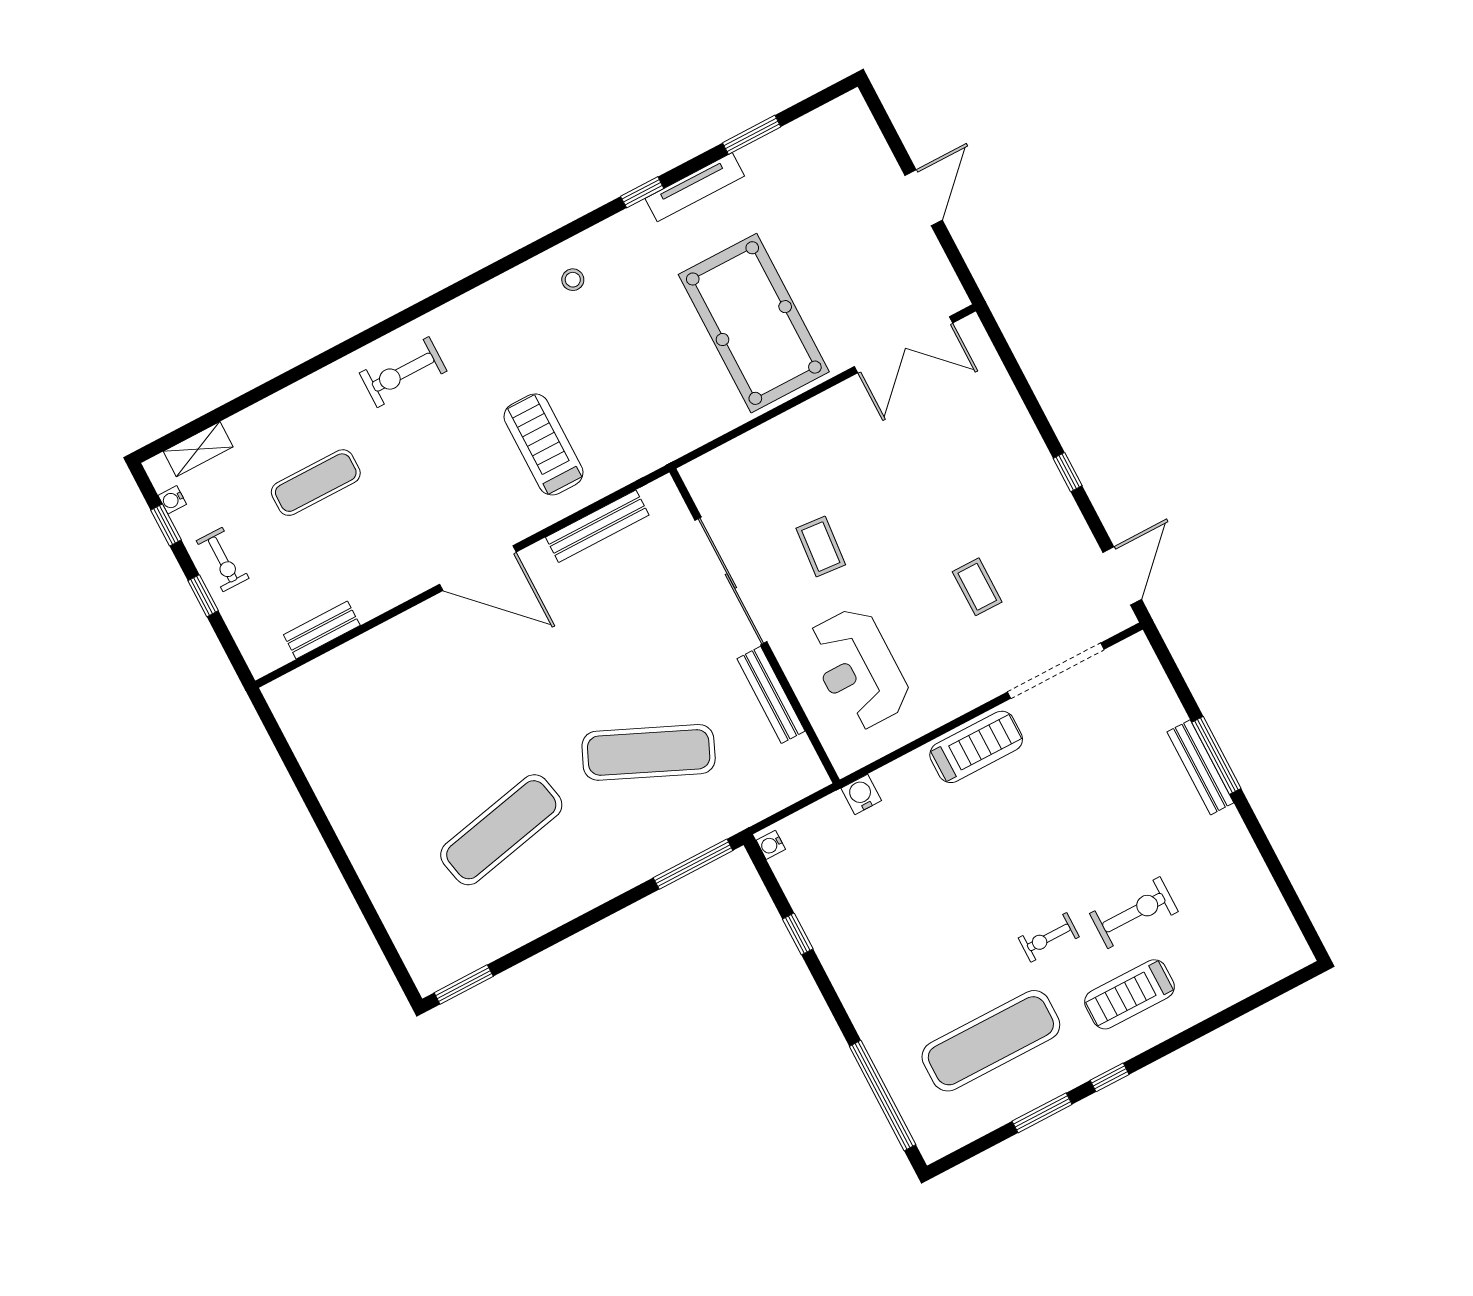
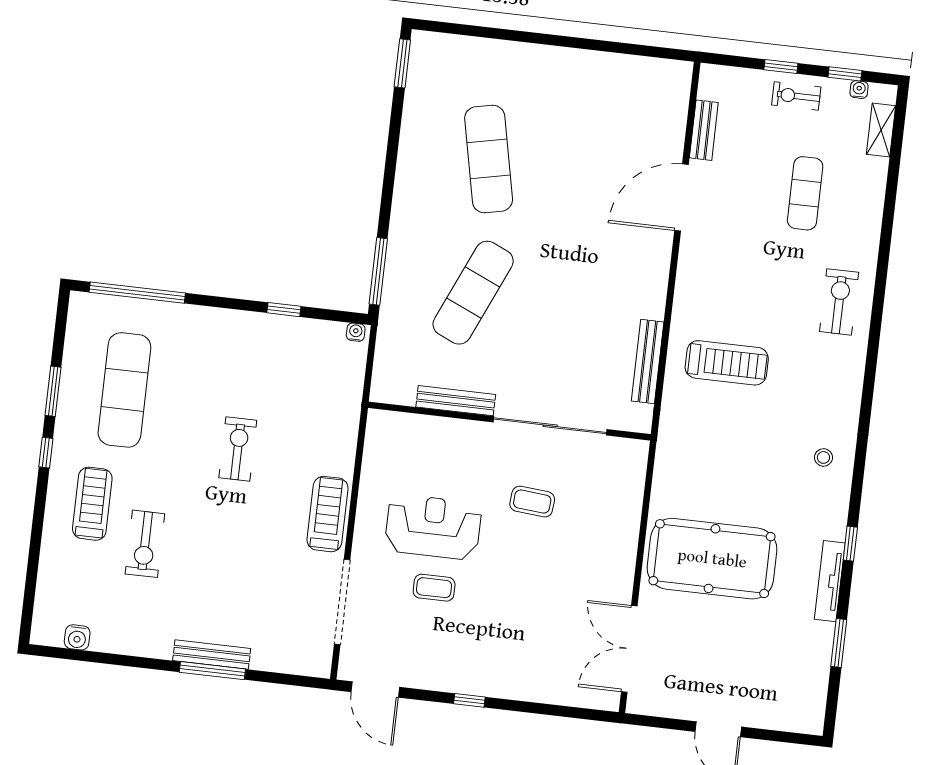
door: (478, 568) -> (681, 198), moved
reception desk: (858, 669) -> (433, 527), moved
treadmill: (976, 747) -> (328, 514), turned 180
water cooler: (861, 794) -> (77, 637), moved, turned 90
exercise bike: (1049, 937) -> (238, 449), moved, width x1.38, depth x1.39

